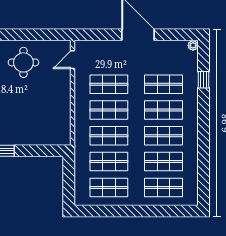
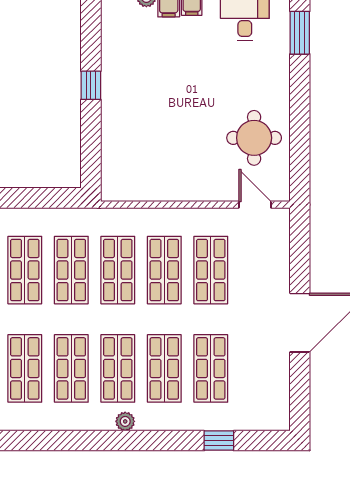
plant: (193, 45) -> (125, 421), moved
round table: (23, 62) -> (254, 138), moved

